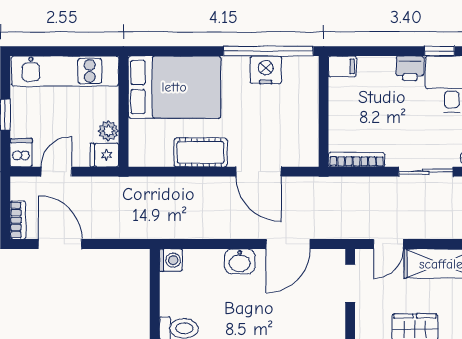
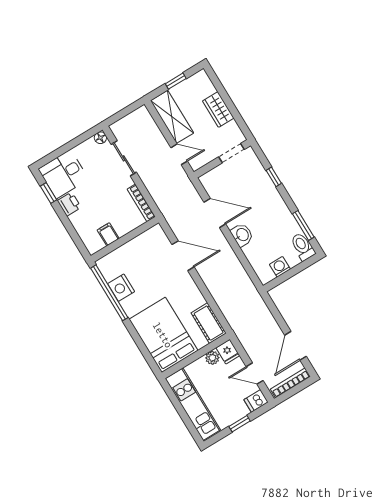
filing cabinet: (342, 66) -> (108, 234), moved
cot: (200, 152) -> (209, 323), moved
door: (259, 172) -> (183, 256), hinge flipped
bookcase: (18, 220) -> (290, 383), width x1.56
washing machine: (171, 260) -> (280, 267), moved
doorway: (350, 283) -> (232, 153), moved

